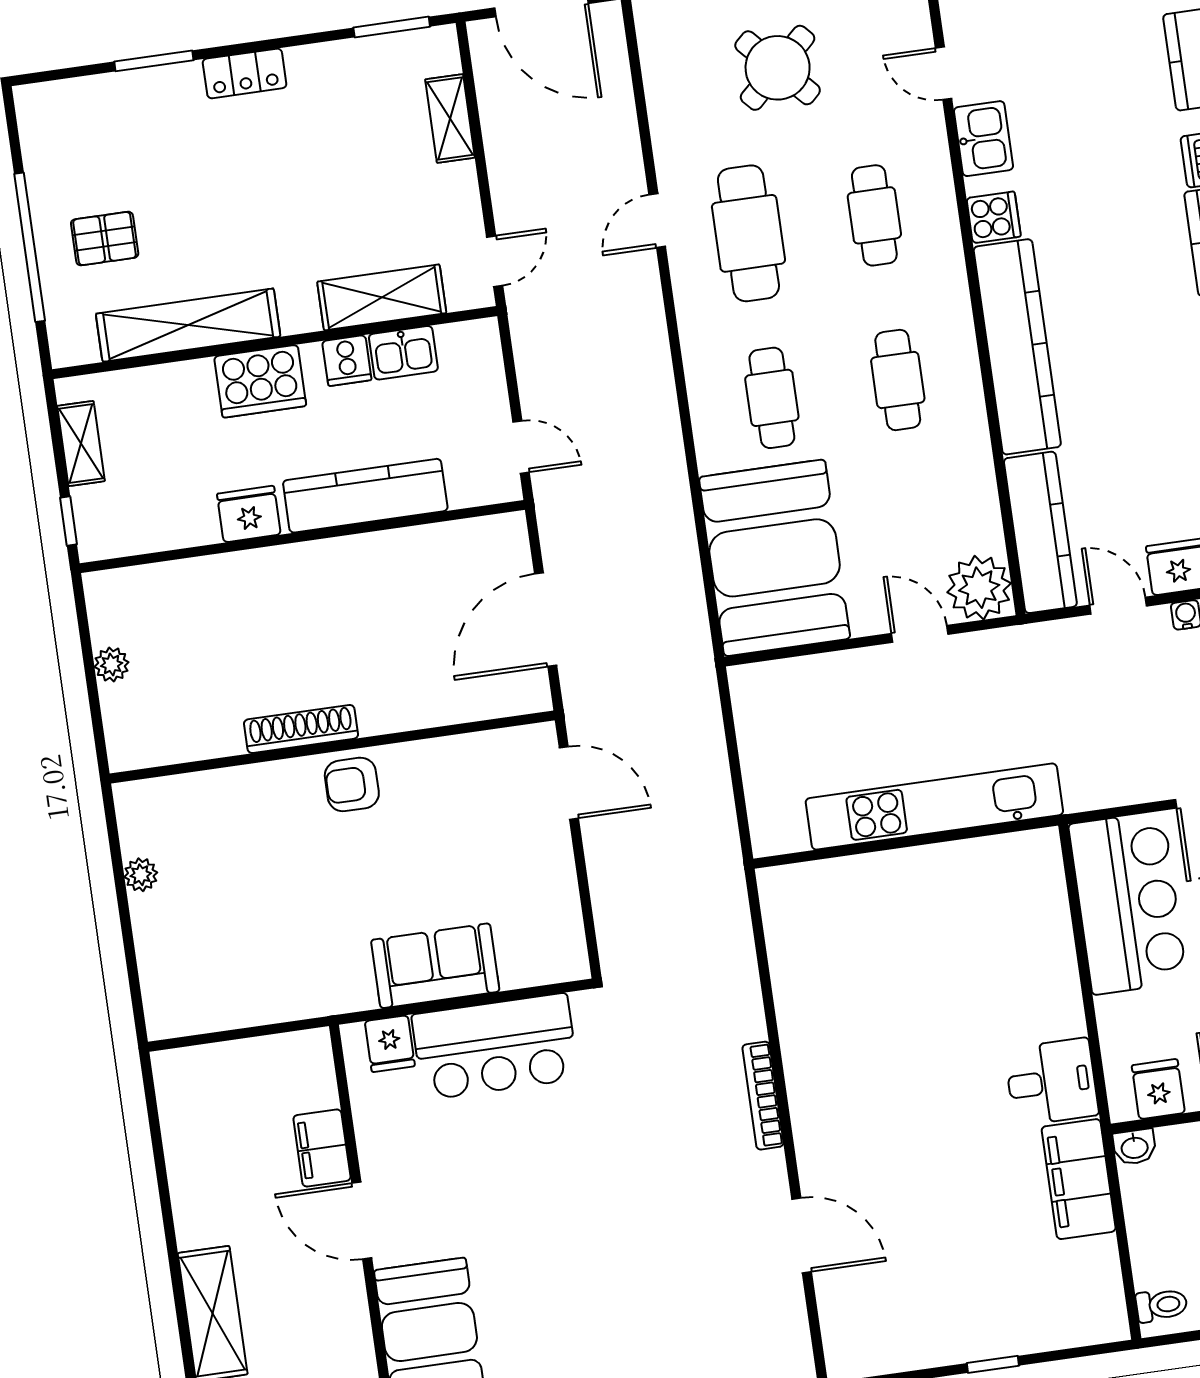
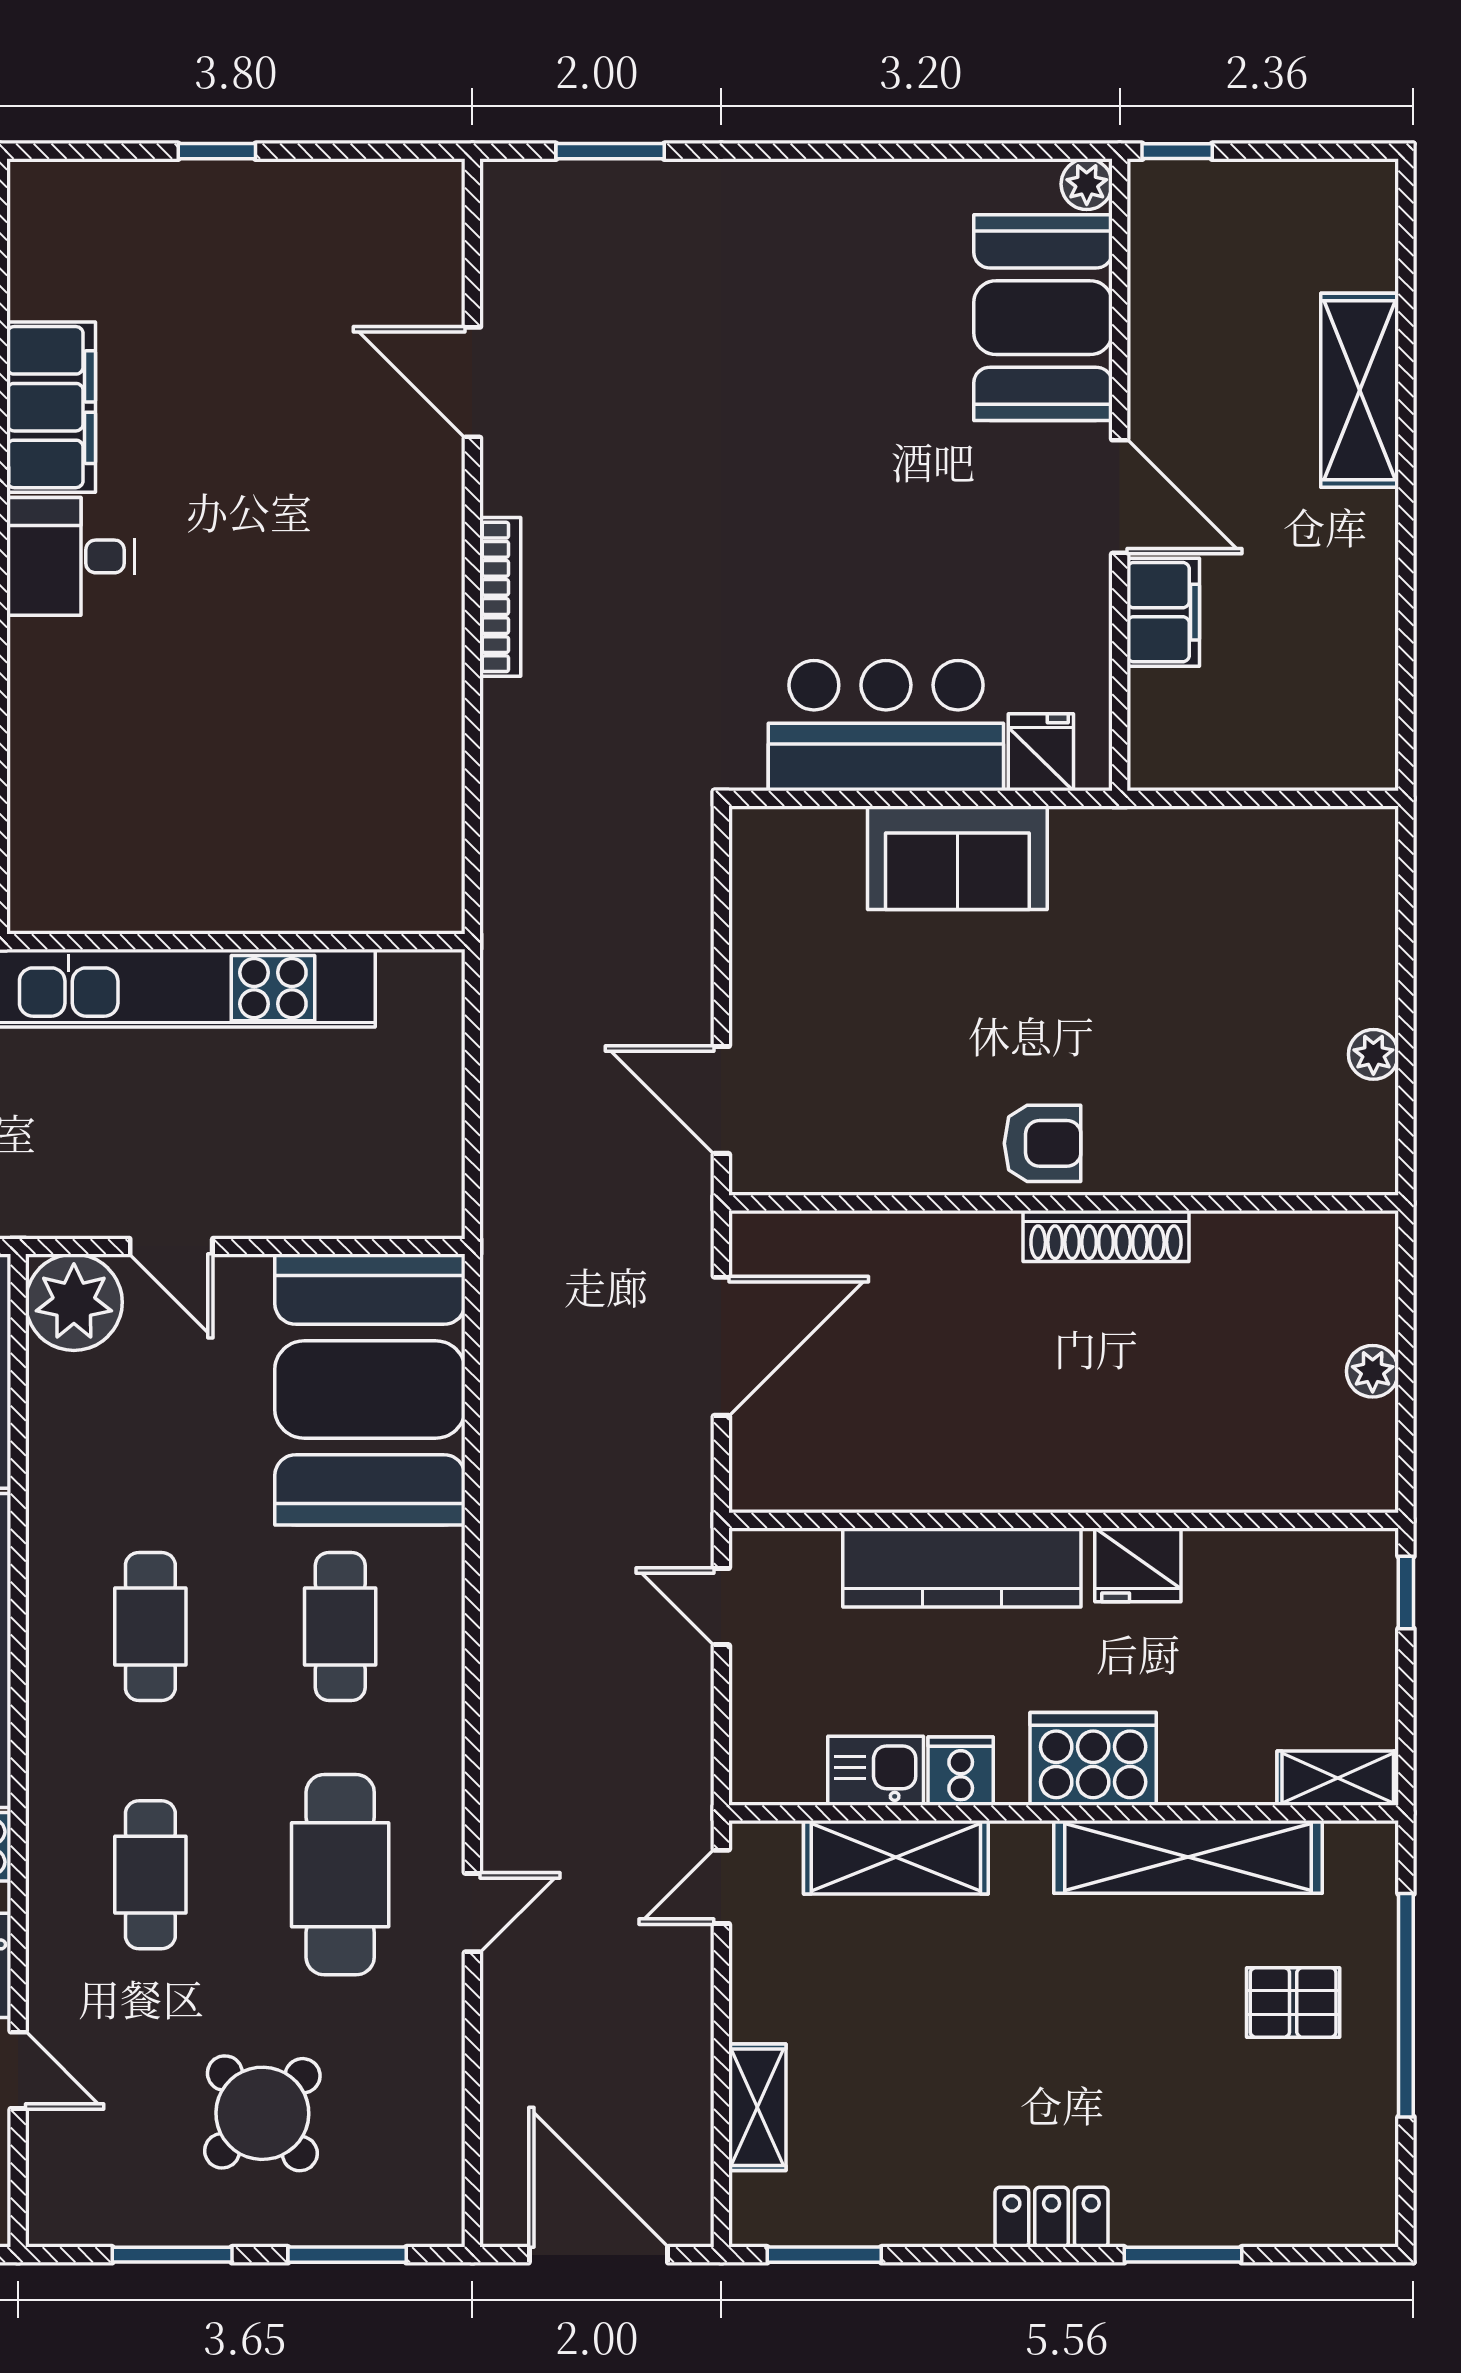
shelving: (81, 443) -> (1338, 1778), moved, turned 90

